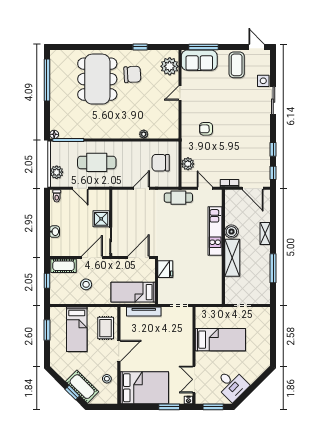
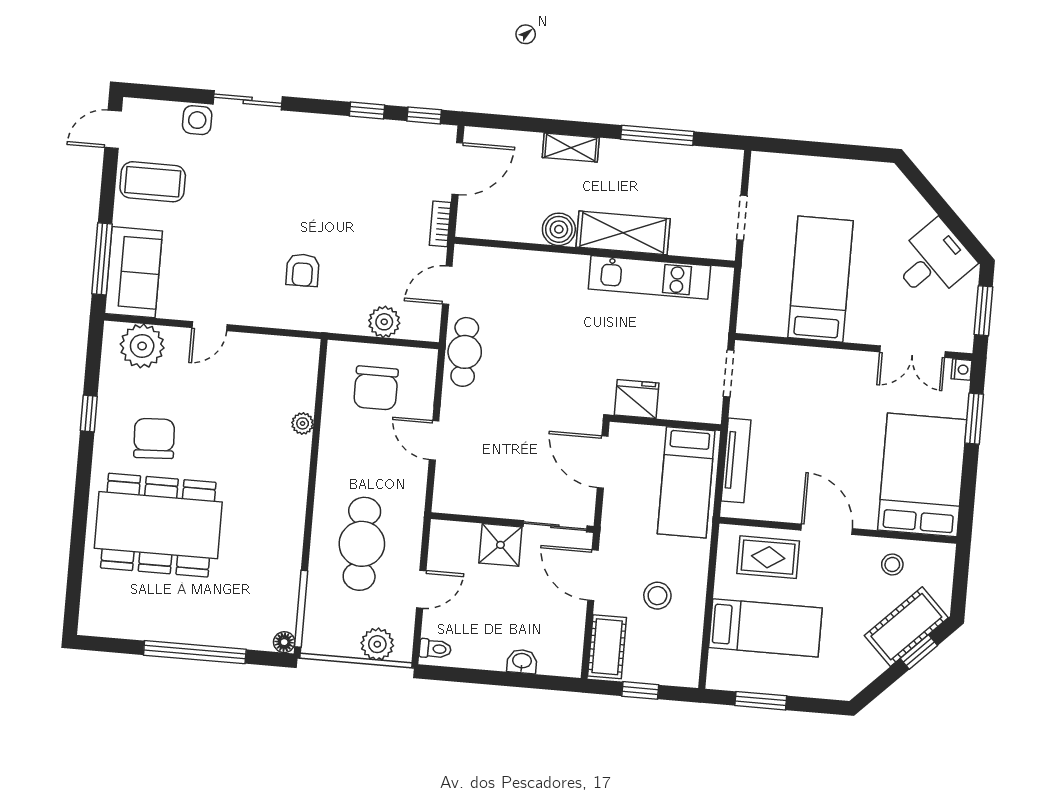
window: (47, 80) -> (195, 652), moved
door: (180, 93) -> (209, 326), hinge flipped
kitchen unit: (215, 231) -> (649, 277), moved

